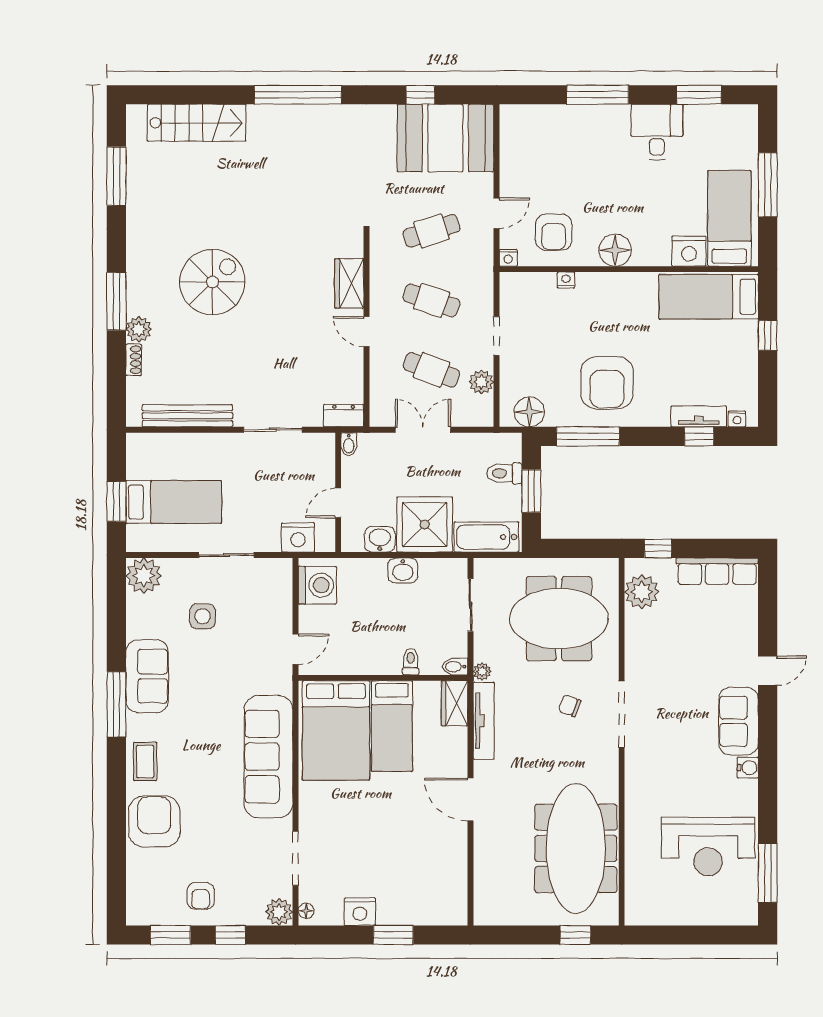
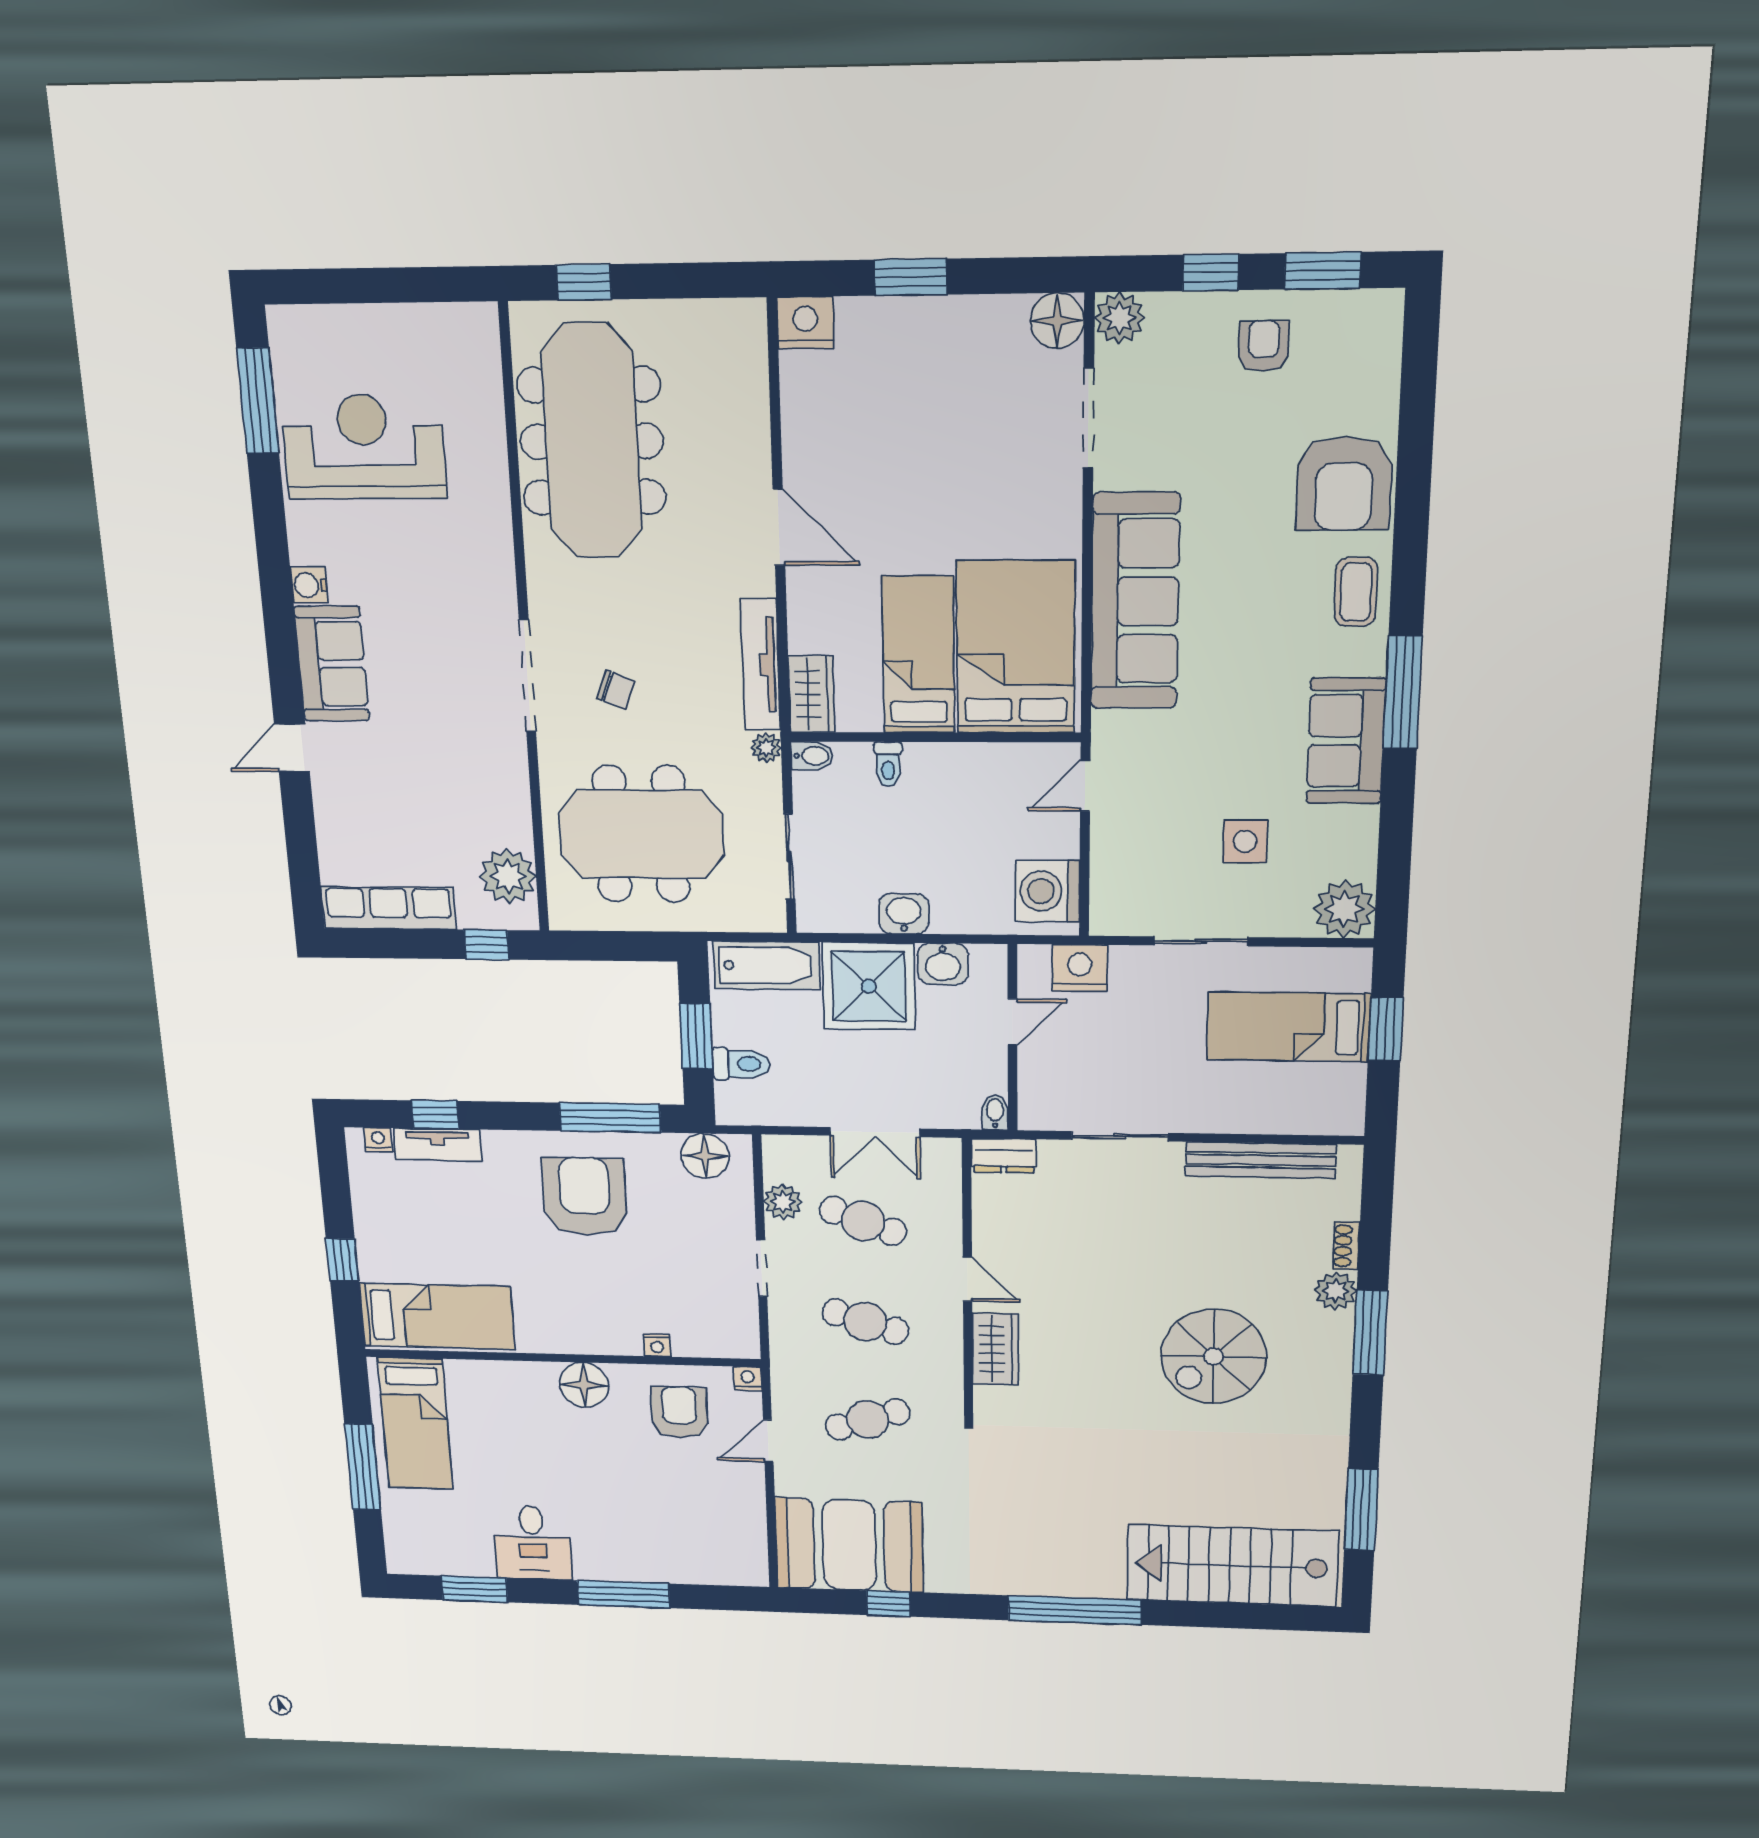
stairs: (197, 123) -> (1232, 1566), width x1.36, depth x1.51
nightstand: (689, 251) -> (472, 1381), removed
floor lamp: (306, 911) -> (1057, 321), width x1.89, depth x1.89
nightstand: (360, 912) -> (805, 323), moved

